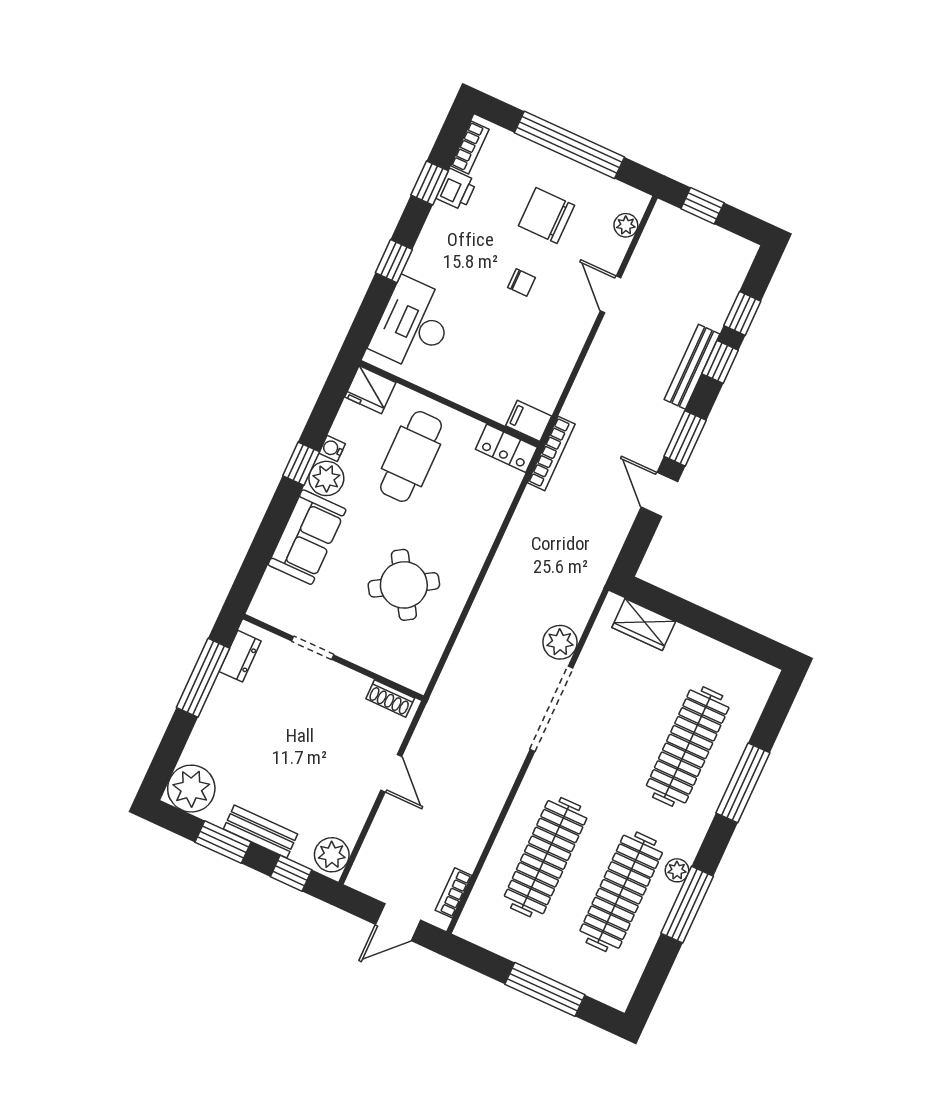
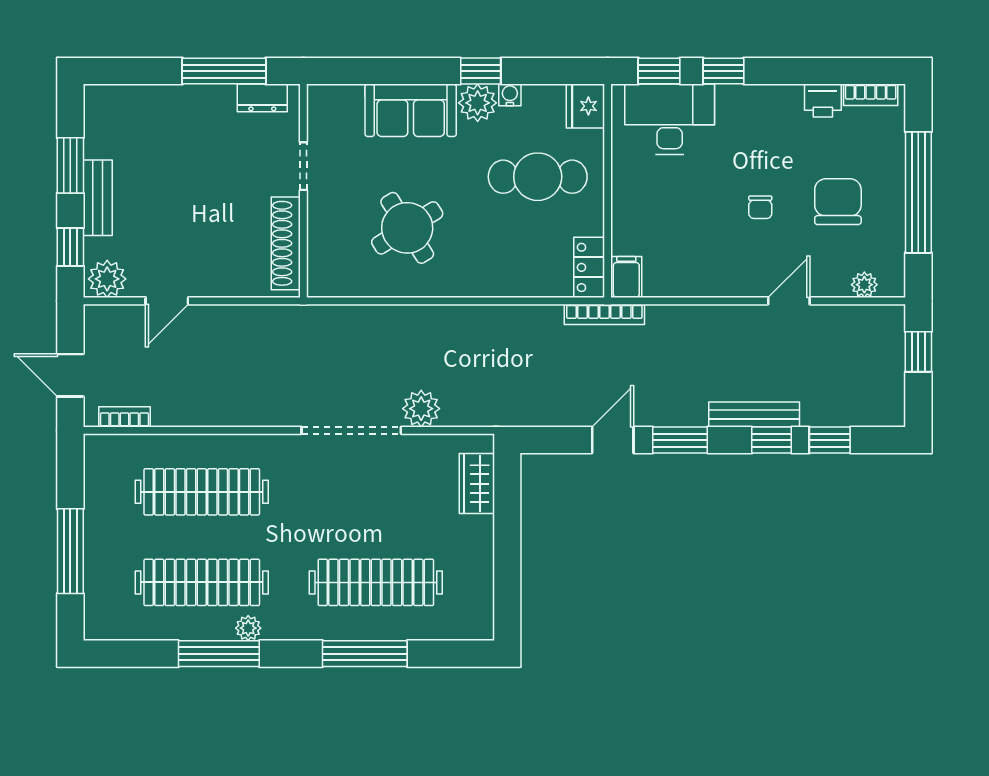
window: (430, 183) -> (659, 71), moved
shoe rack: (390, 698) -> (286, 243), width x1.94, depth x1.24
door: (391, 773) -> (167, 301), moved
plant: (191, 789) -> (109, 110), removed

